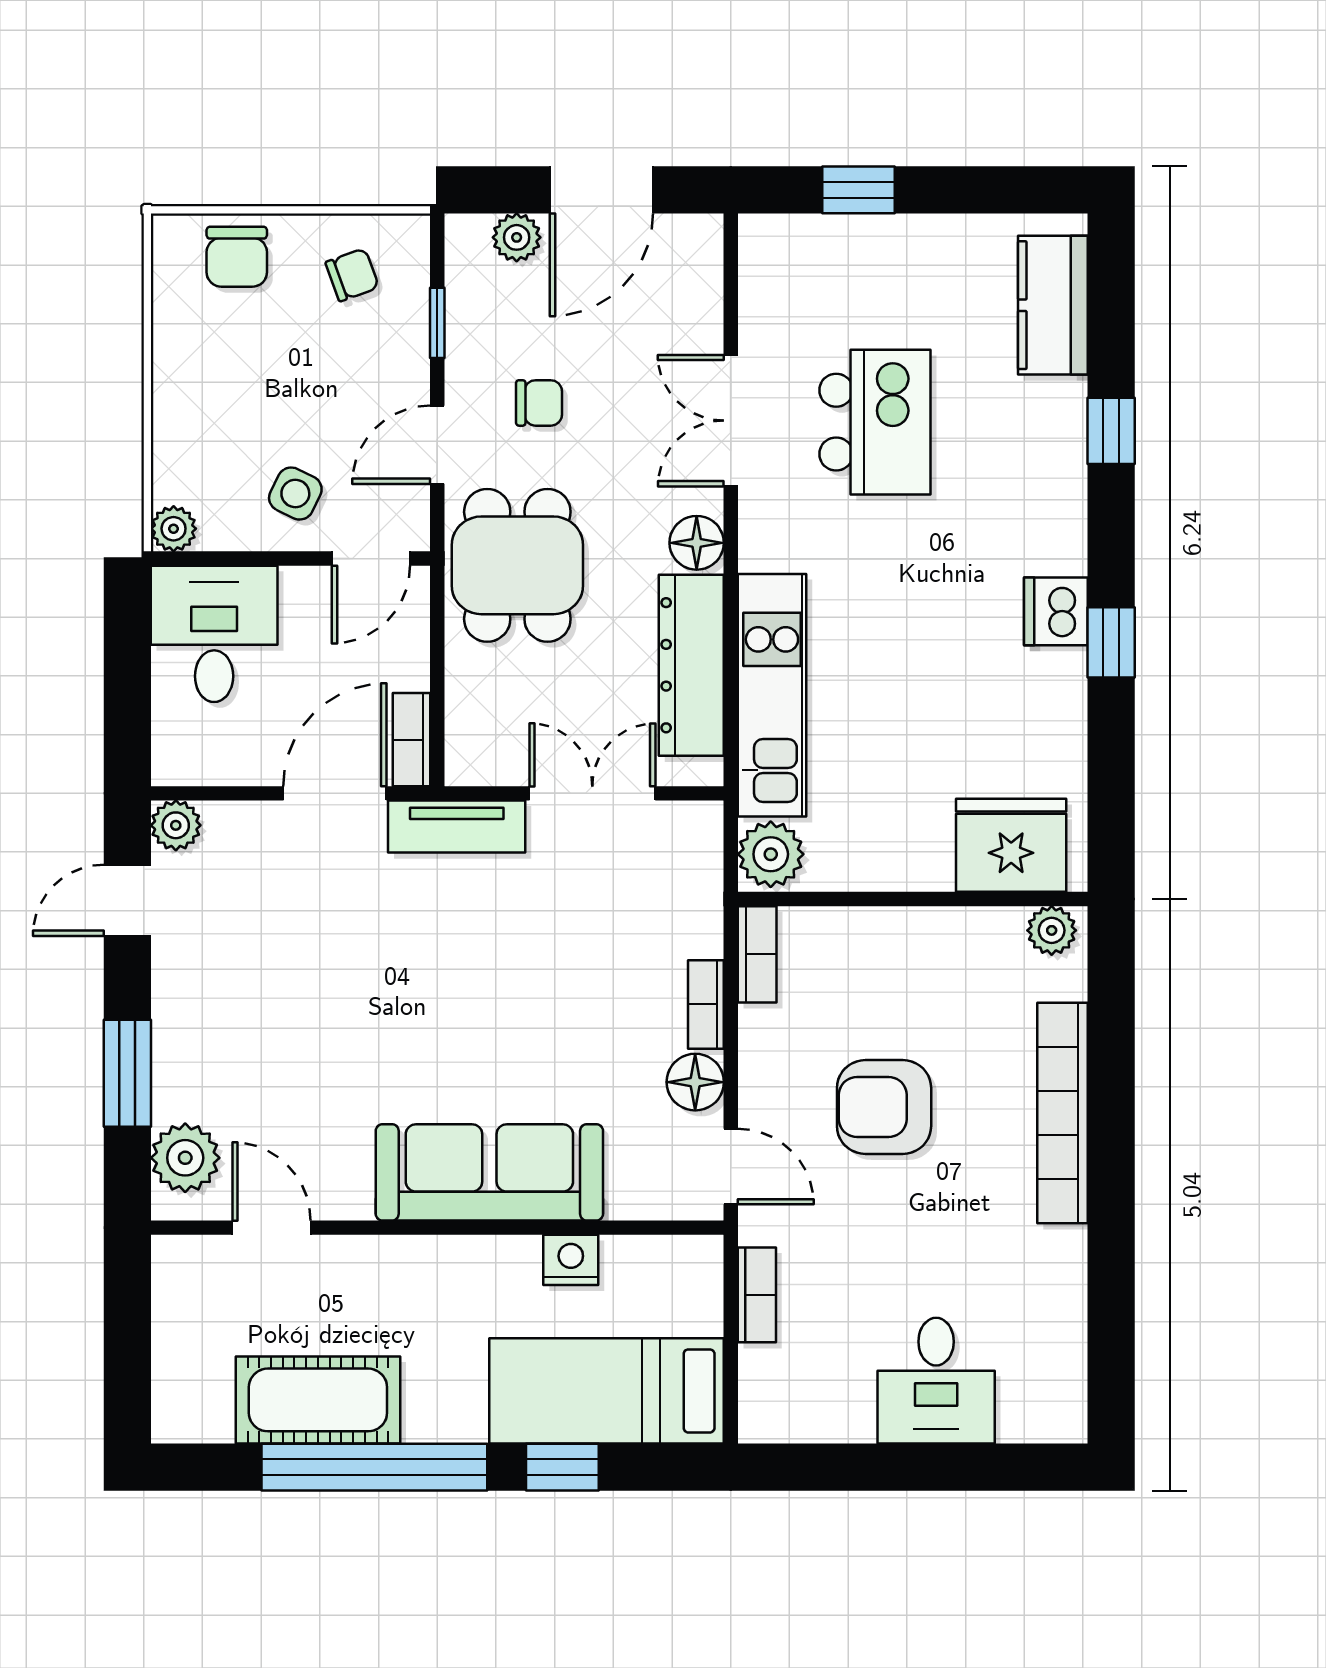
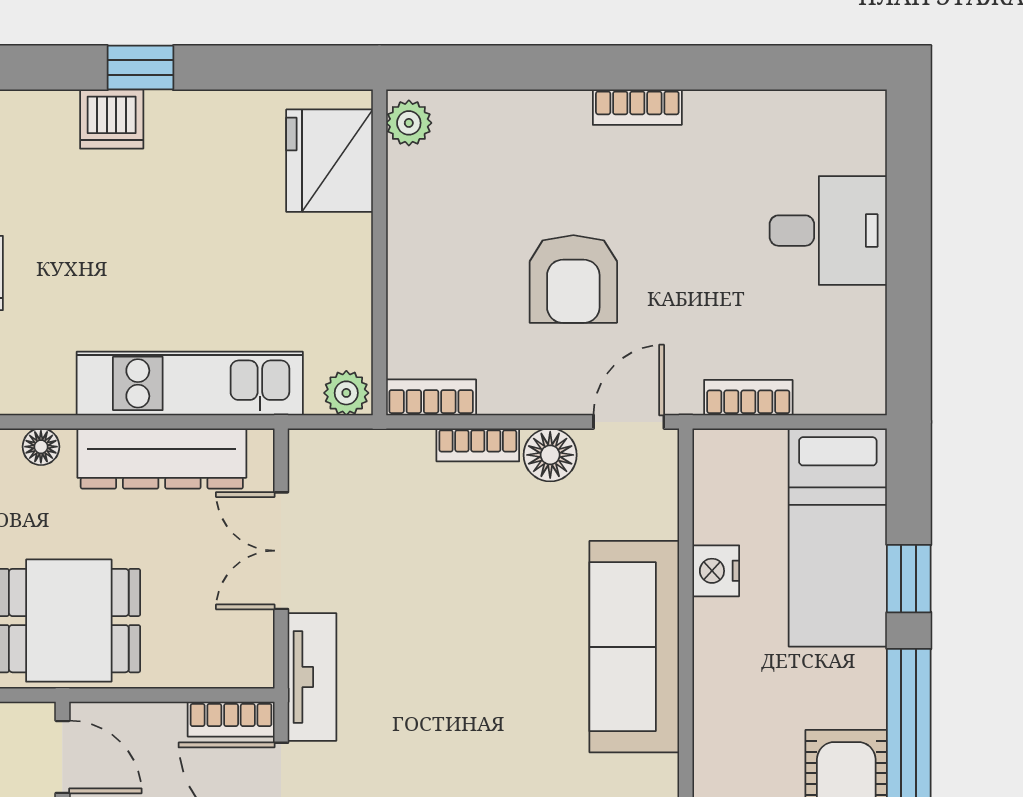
floor lamp: (697, 543) -> (41, 447), width x0.73, depth x0.73
plant: (771, 854) -> (346, 393), width x0.73, depth x0.73
bookcase: (1063, 1113) -> (637, 107), width x0.43, depth x0.76

